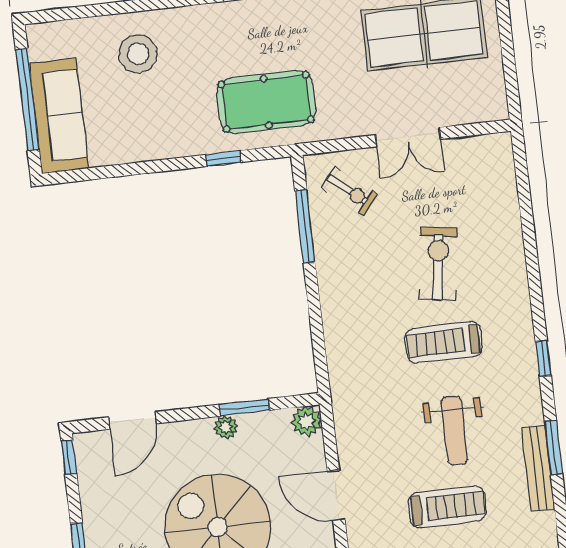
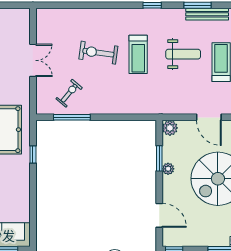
exercise bike: (349, 191) -> (69, 93), moved
door: (336, 495) -> (209, 117), hinge flipped

